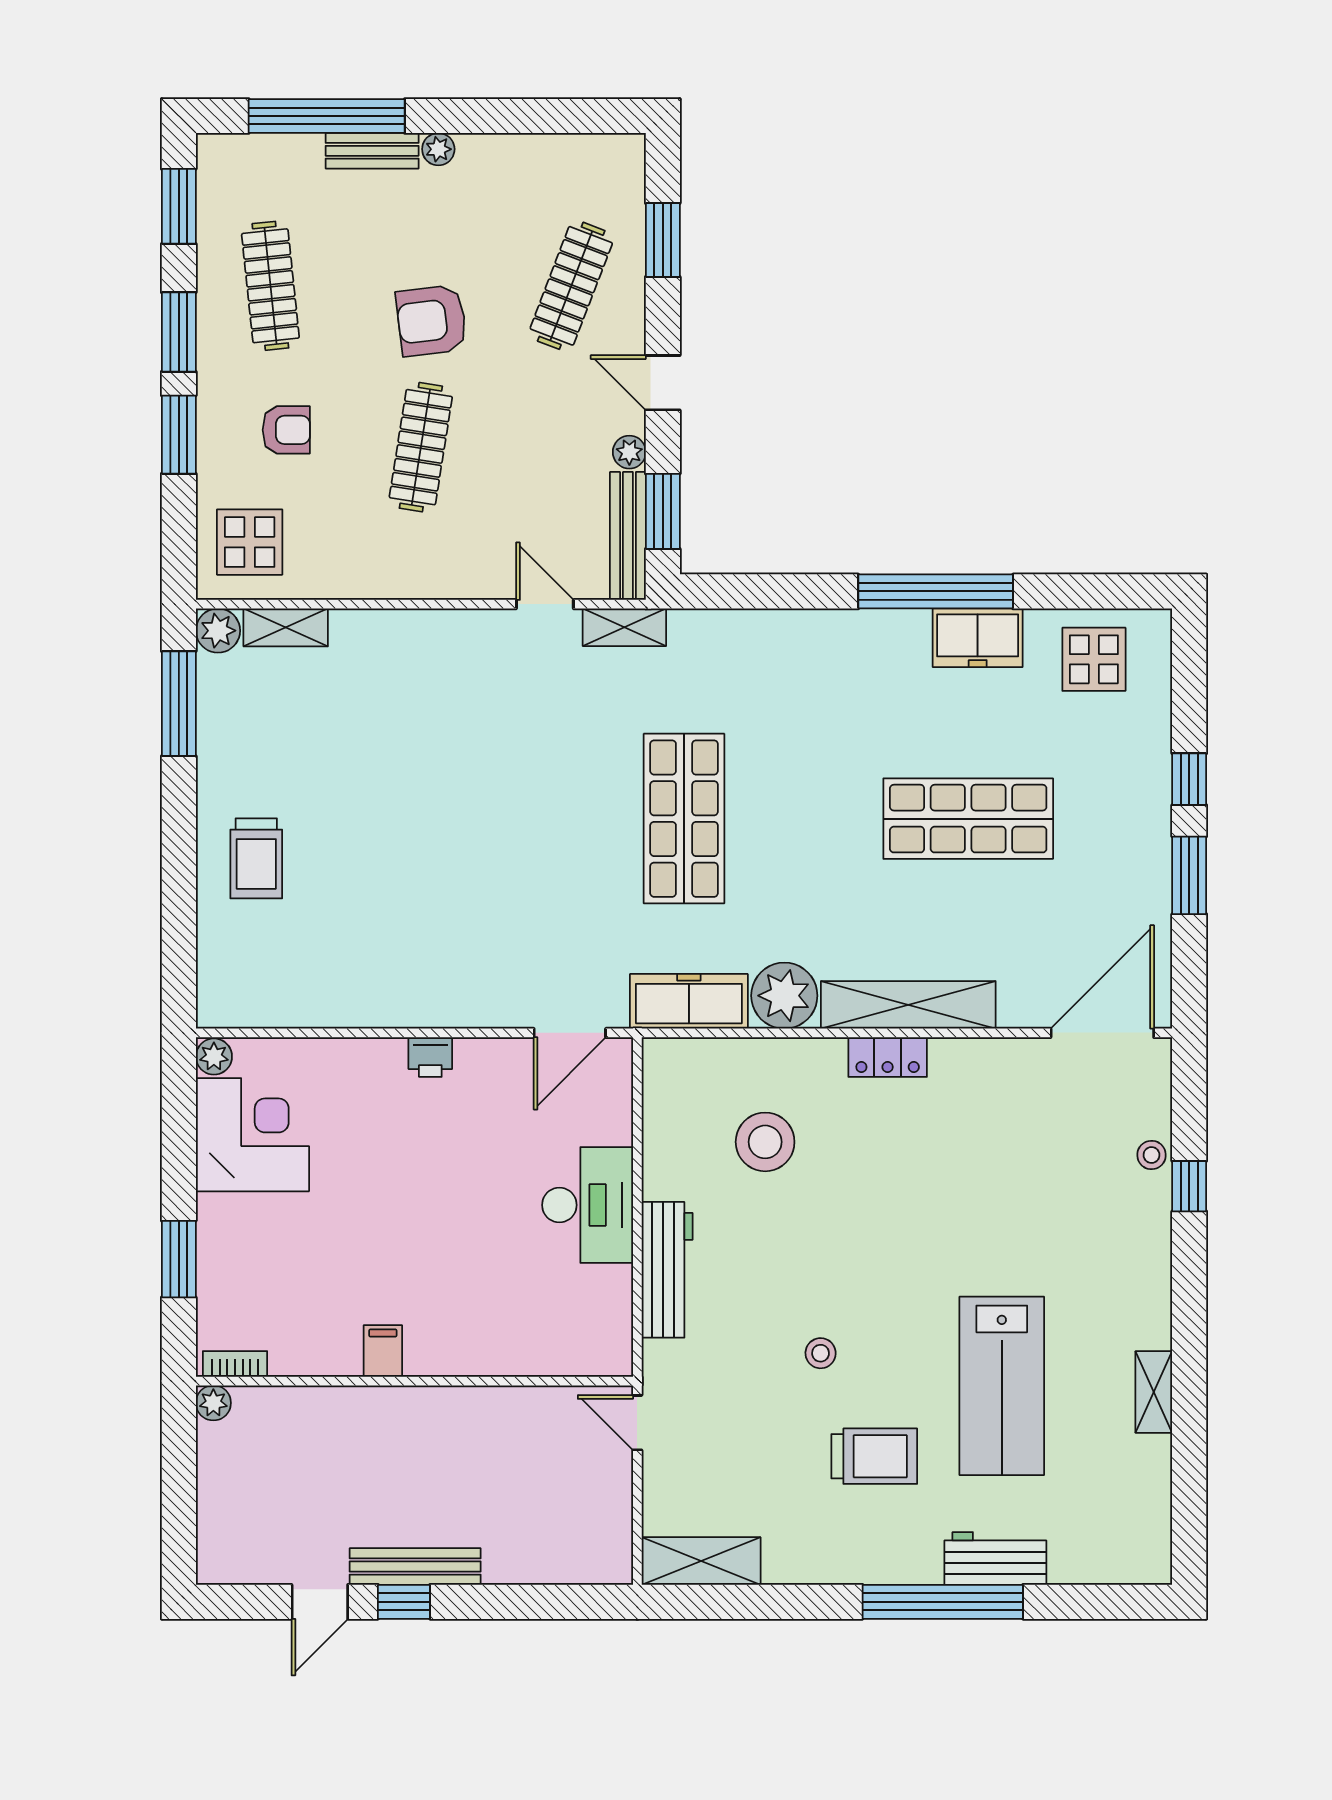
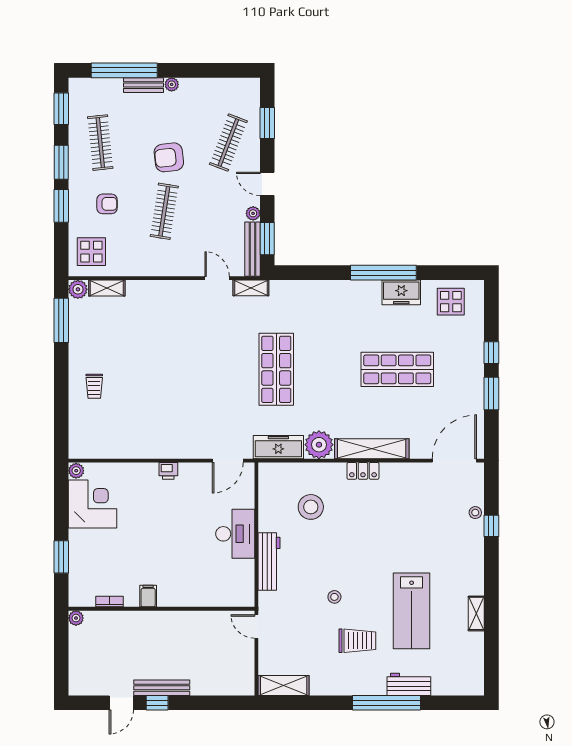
trolley: (256, 858) -> (94, 386), width x0.73, depth x0.72
bookcase: (235, 1364) -> (110, 601), moved

